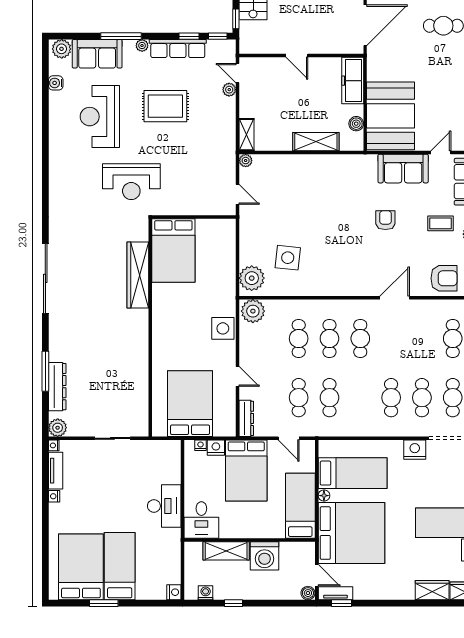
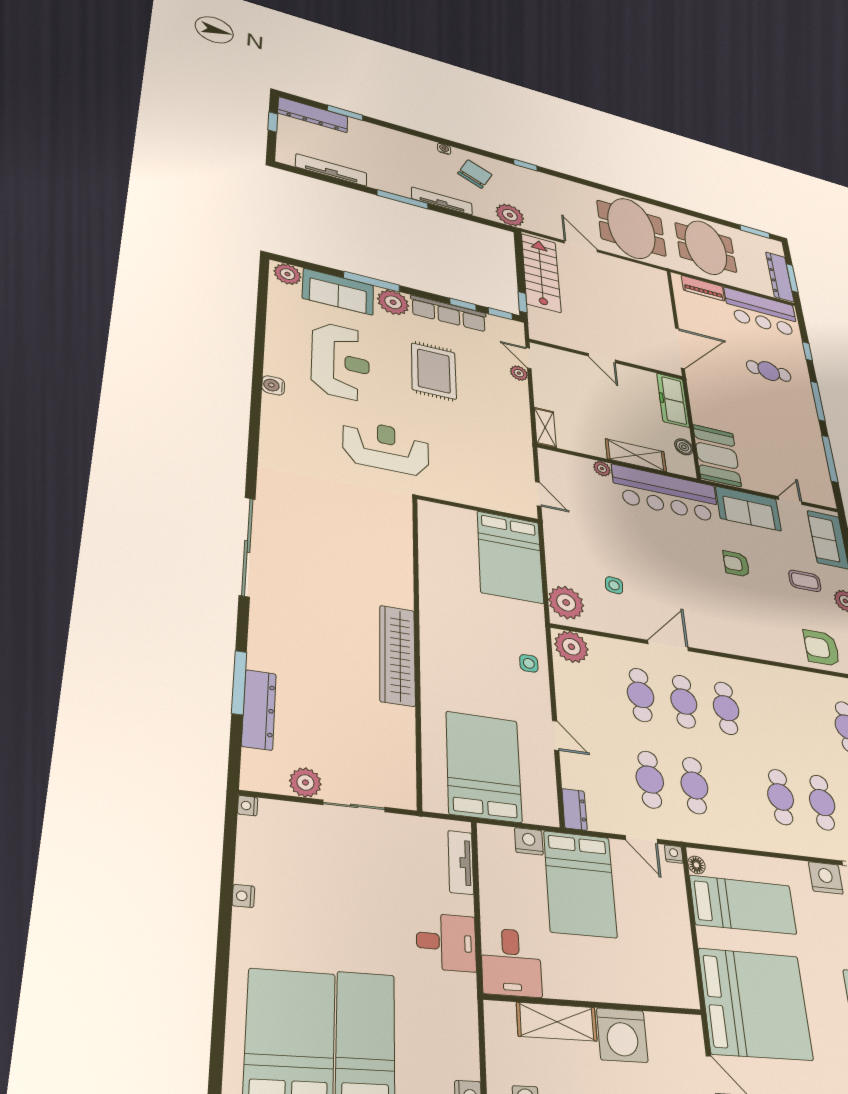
plant: (142, 46) -> (393, 302), width x1.88, depth x1.88
water cooler: (56, 83) -> (273, 385), moved
rug: (165, 106) -> (434, 371), turned 90
booth: (391, 116) -> (717, 456), width x0.73, depth x0.70
reception desk: (100, 117) -> (341, 361), turned 180
plant: (246, 161) -> (602, 469), moved
bar counter: (336, 171) -> (666, 493), added
reception desk: (131, 182) -> (386, 447), turned 180
armchair: (385, 220) -> (736, 564), turned -90
bed: (173, 250) -> (510, 557), moved
side table: (288, 258) -> (614, 585), width x0.54, depth x0.54
wardrobe: (138, 275) -> (397, 655), moved
armchair: (444, 278) -> (822, 648), turned 180
door: (395, 298) -> (668, 646), moved
side table: (223, 328) -> (529, 663), width x0.54, depth x0.54
dresser: (246, 418) -> (574, 809), width x0.70
plant: (58, 428) -> (305, 782), moved
nightstand: (200, 445) -> (674, 854), moved
tv unit: (56, 471) -> (461, 862), moved, turned 180
floor lamp: (324, 496) -> (696, 865), moved
desk: (164, 506) -> (446, 942), width x0.73
bed: (300, 506) -> (671, 951), removed

